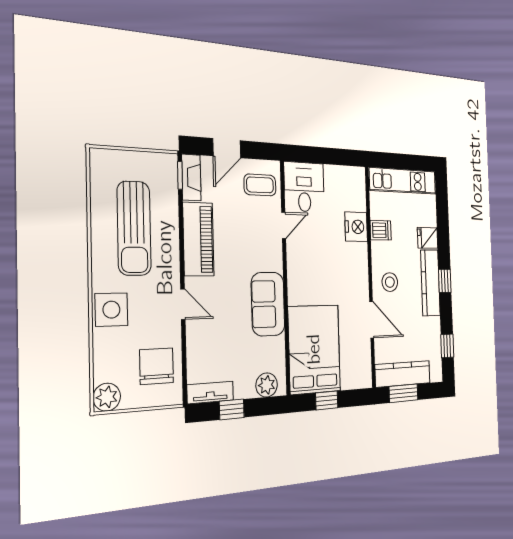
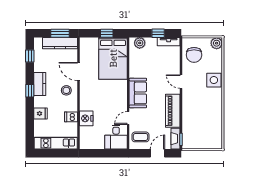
sun lounger: (134, 228) -> (203, 115), removed
kitchen counter: (430, 283) -> (40, 84), width x0.67
sofa: (268, 304) -> (138, 93), moved

